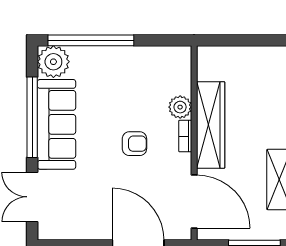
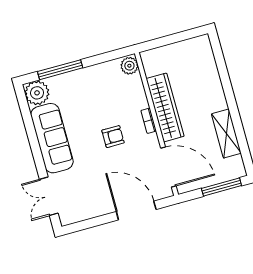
window: (91, 40) -> (60, 70), width x0.68
plant: (180, 107) -> (129, 66), moved
window: (32, 117) -> (33, 138), removed

